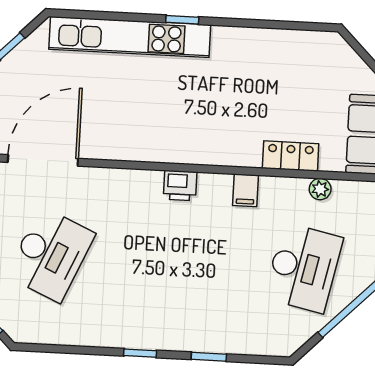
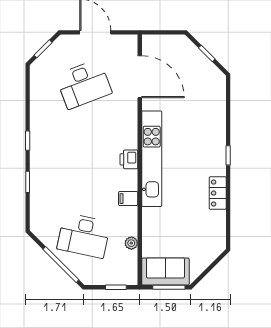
kitchen unit: (130, 37) -> (152, 159), moved, turned 180
locker: (291, 156) -> (218, 193), moved, turned 180
desk: (50, 255) -> (84, 84), turned -45

